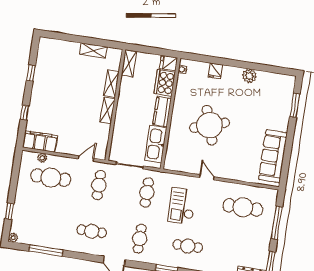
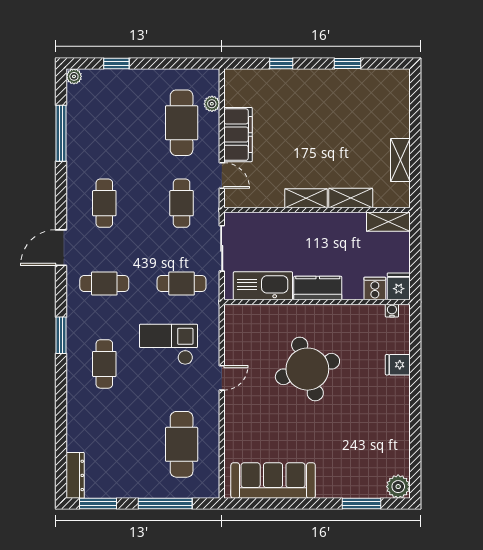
plant: (249, 76) -> (398, 487), moved
cooker: (165, 83) -> (375, 288), width x0.53, depth x0.76
filing cabinet: (40, 142) -> (238, 135), moved
cafe table: (99, 185) -> (182, 203), turned 90

